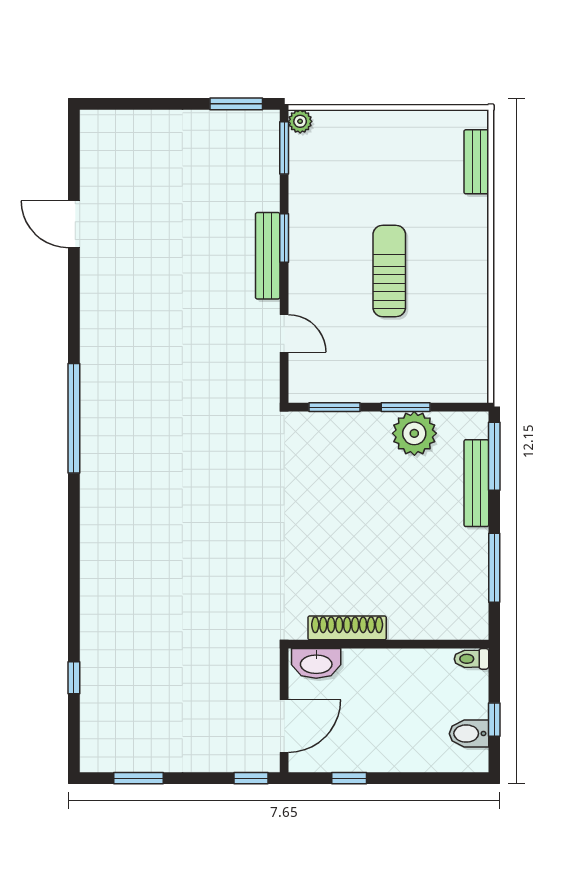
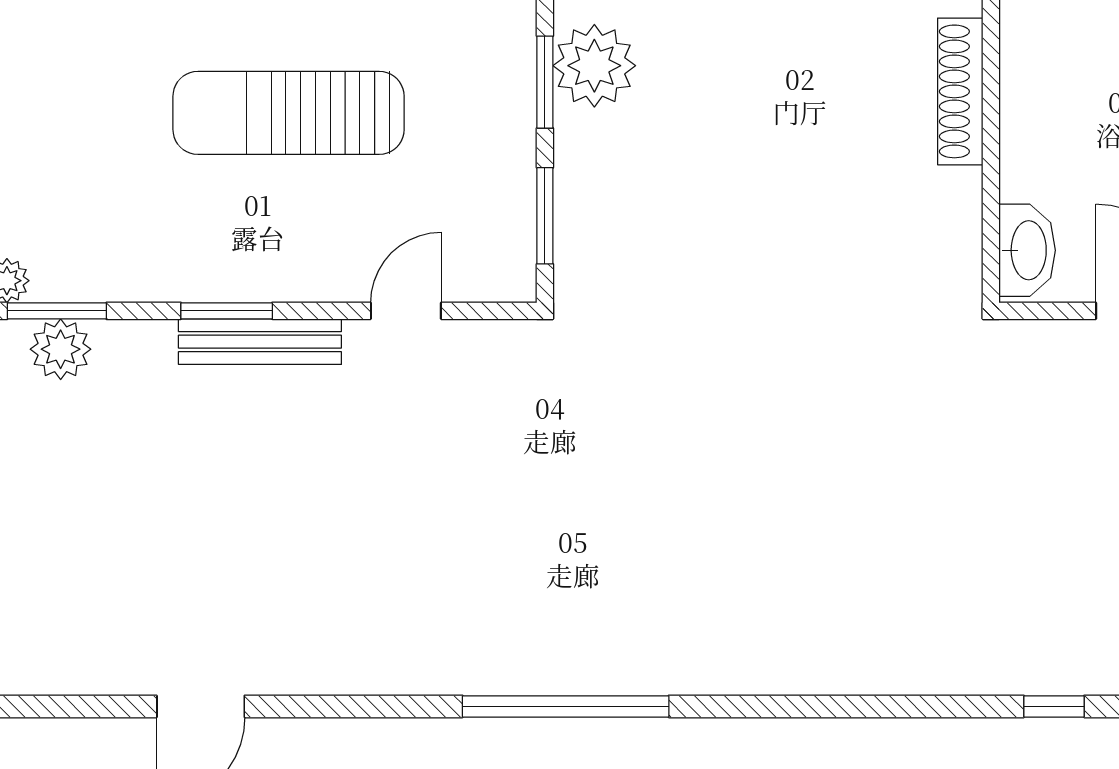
plant: (264, 150) -> (61, 349), added
sun lounger: (389, 271) -> (289, 113), width x1.36, depth x1.34
shoe rack: (347, 628) -> (960, 91), moved

